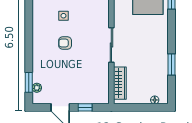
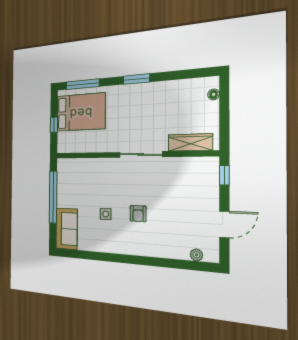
window: (172, 64) -> (136, 79), moved
window: (29, 82) -> (189, 265), removed
window: (85, 107) -> (224, 175), moved

